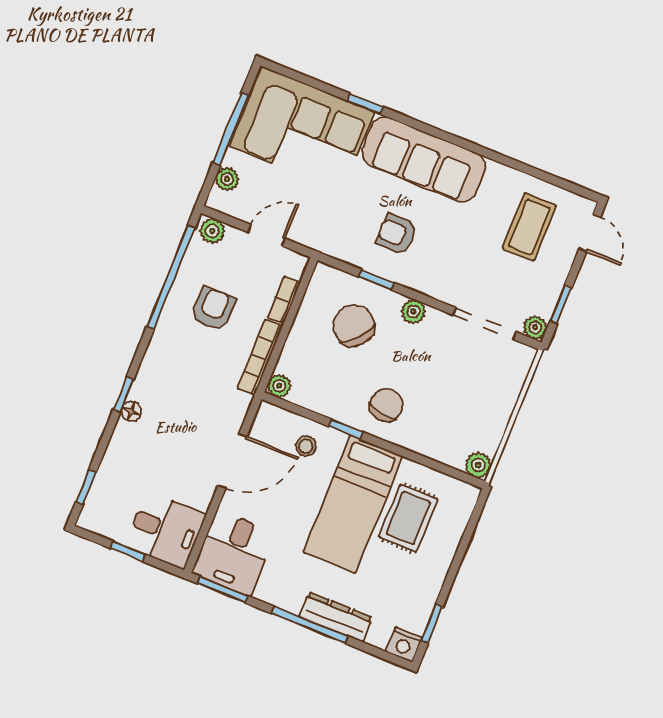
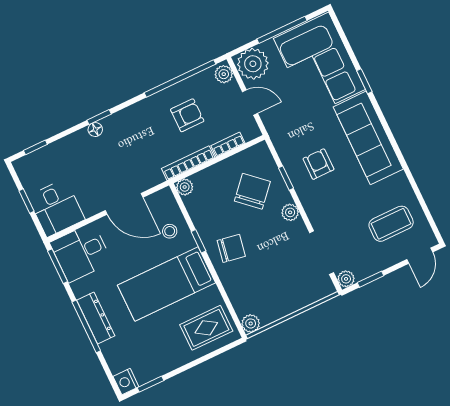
plant: (227, 179) -> (253, 64), width x1.88, depth x1.88
rug: (408, 518) -> (206, 328), moved
dresser: (336, 617) -> (96, 318), moved

